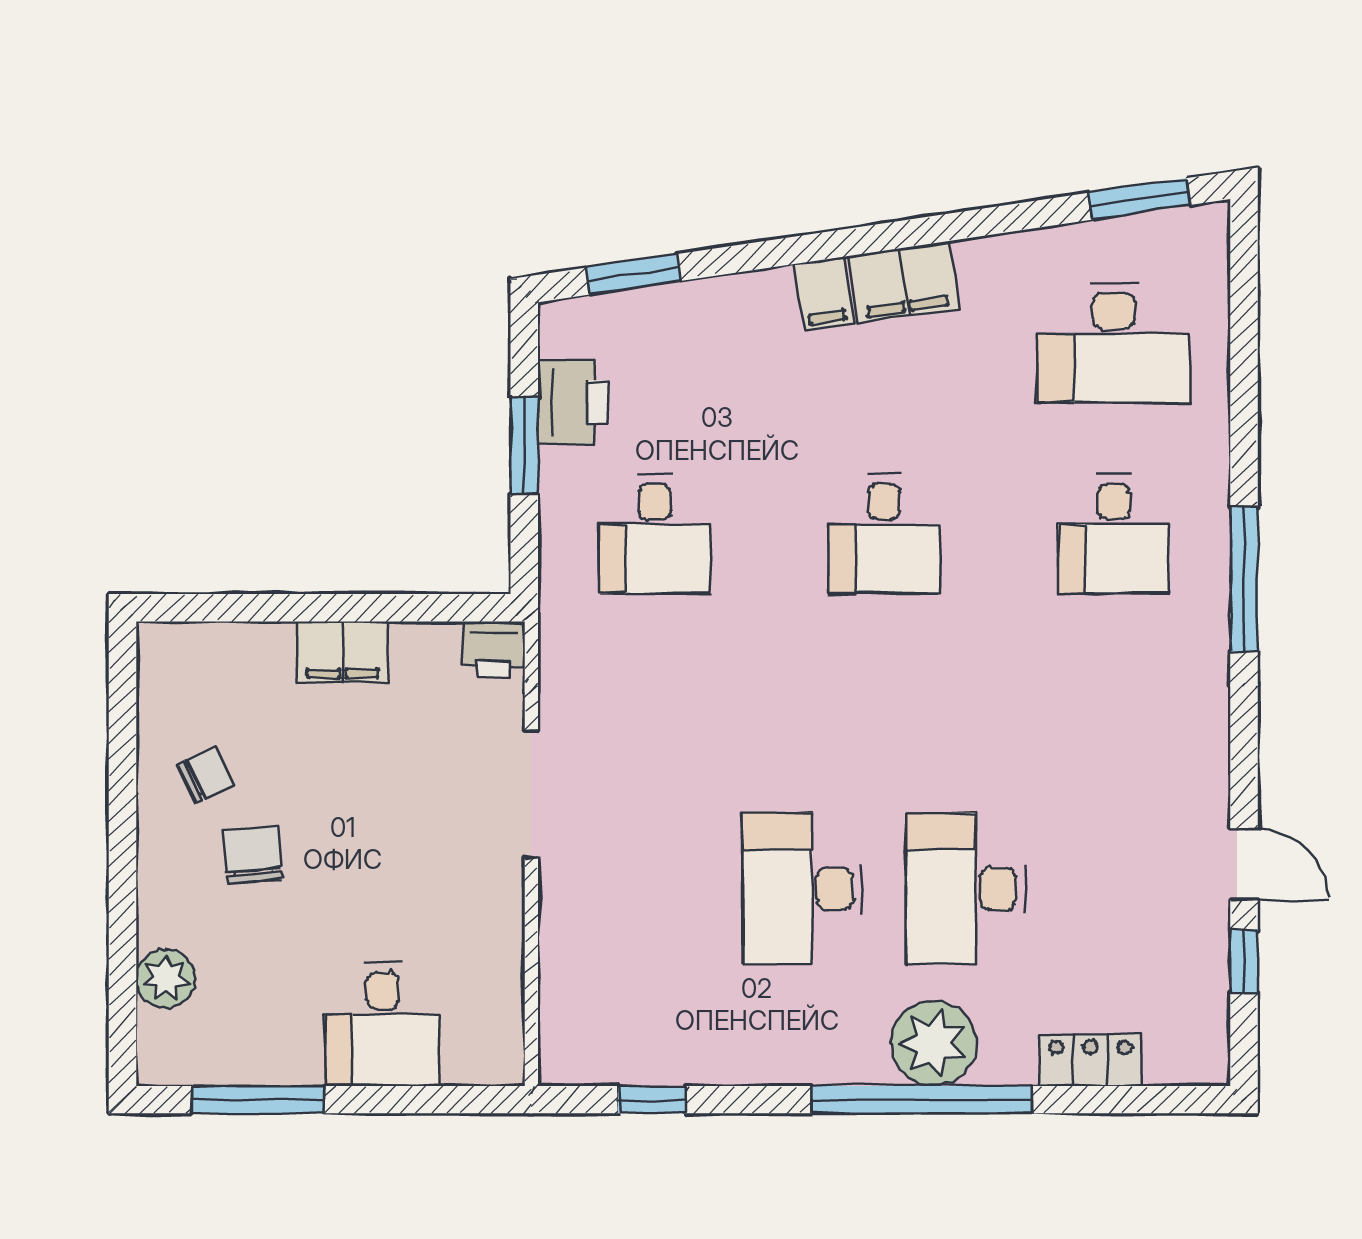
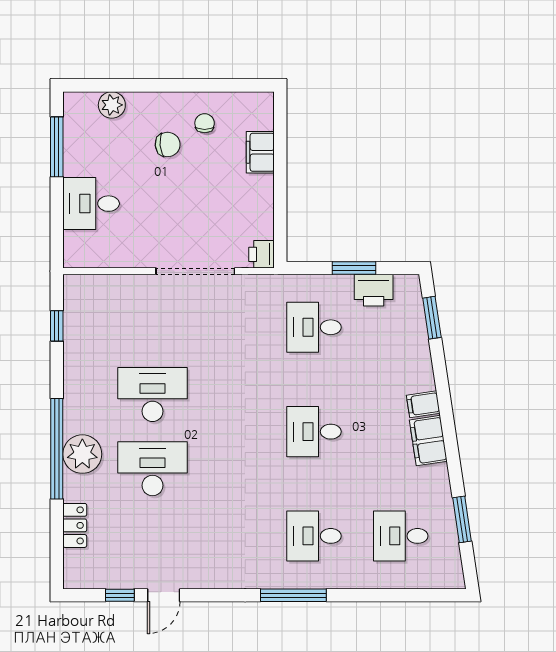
window: (1139, 199) -> (462, 519), moved
desk: (1114, 343) -> (401, 536), width x0.73
filing cabinet: (343, 652) -> (260, 152), moved
chair: (206, 774) -> (205, 123), turned -153
doorway: (531, 795) -> (195, 271), width x1.36

